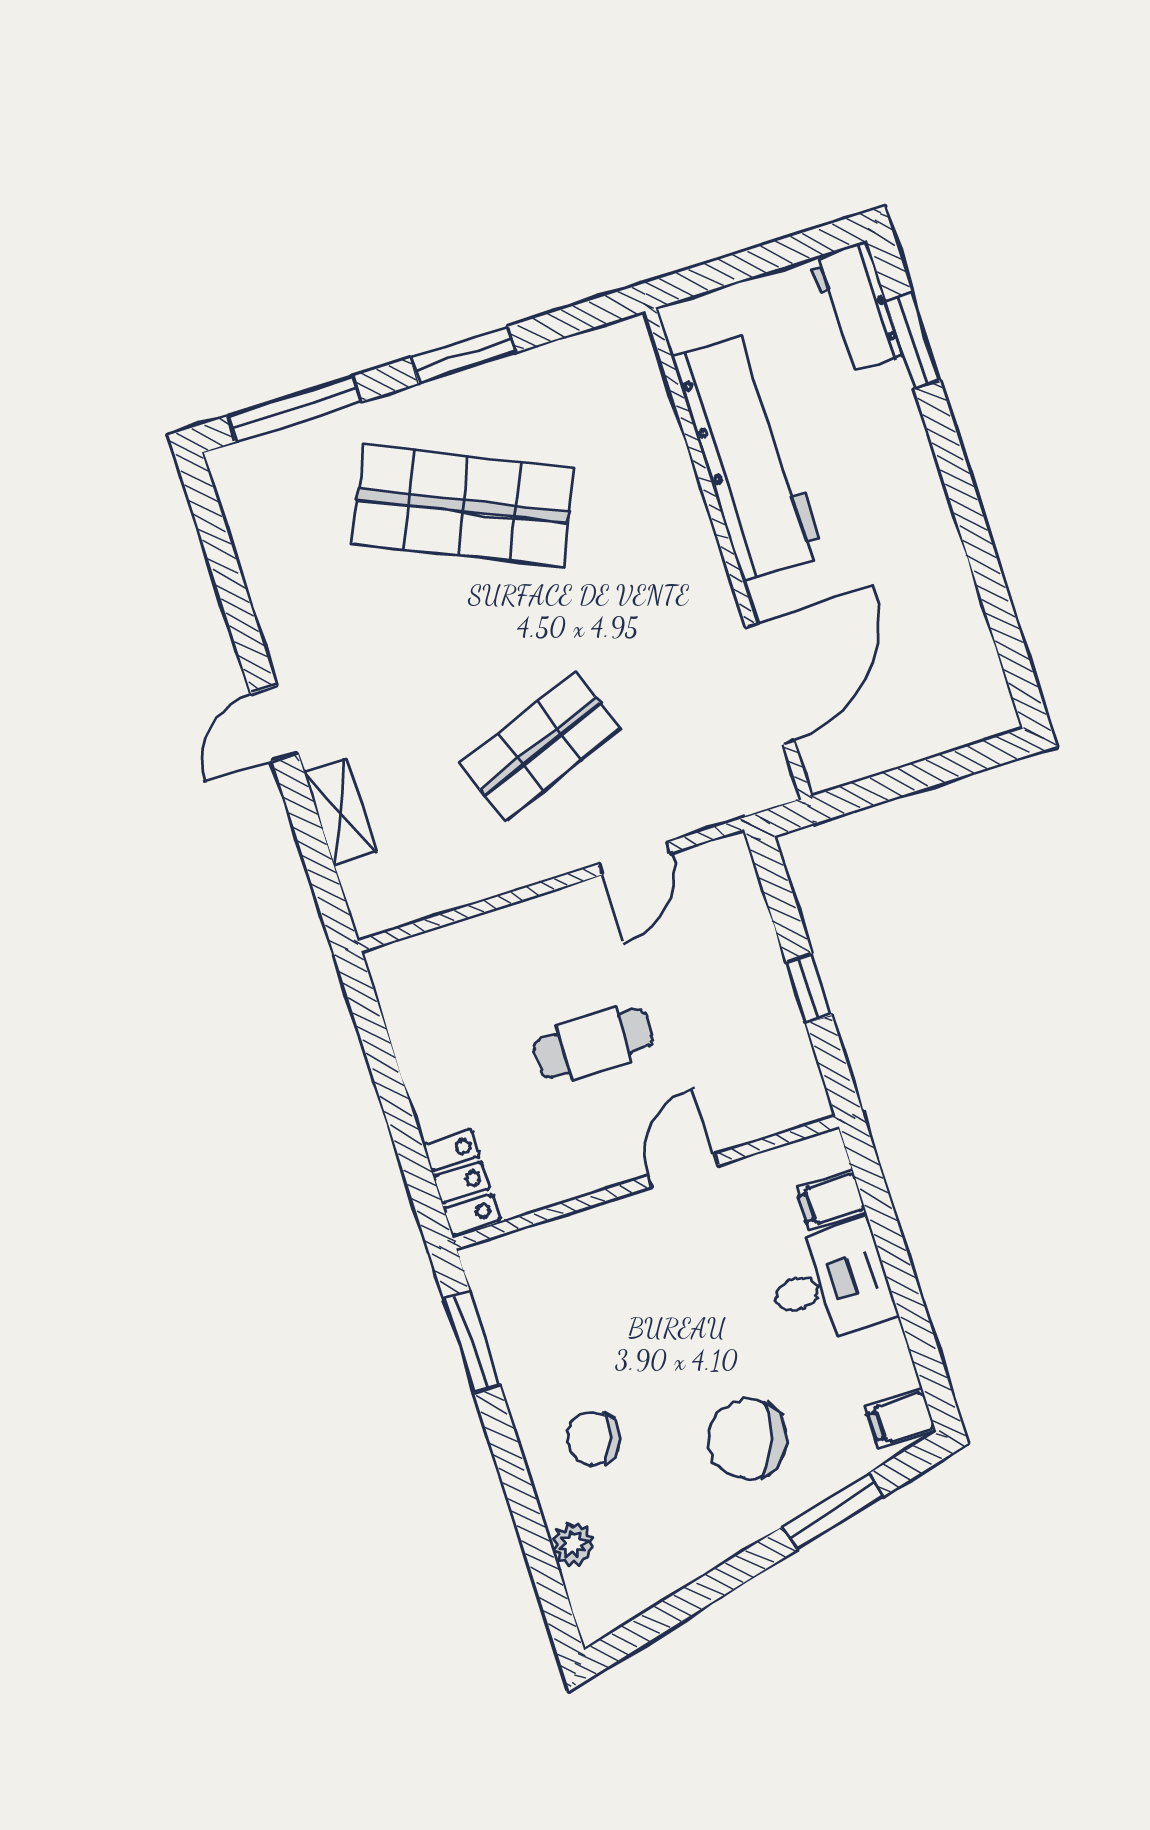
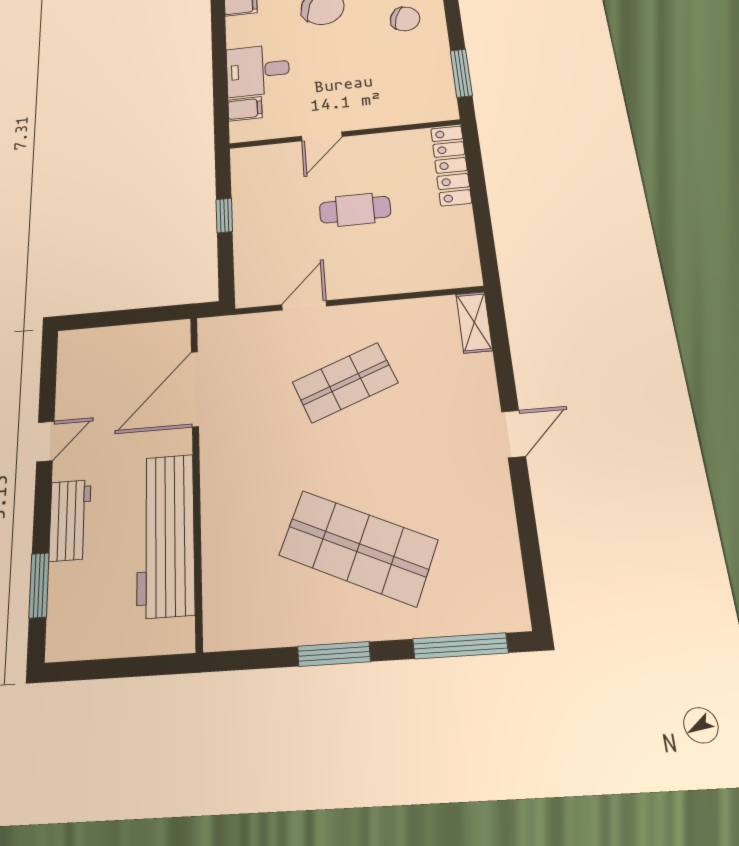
workbench: (857, 309) -> (70, 520), moved
door: (979, 549) -> (45, 441), added
shelving: (340, 812) -> (474, 322), moved
locker: (462, 1182) -> (451, 165), width x1.53

